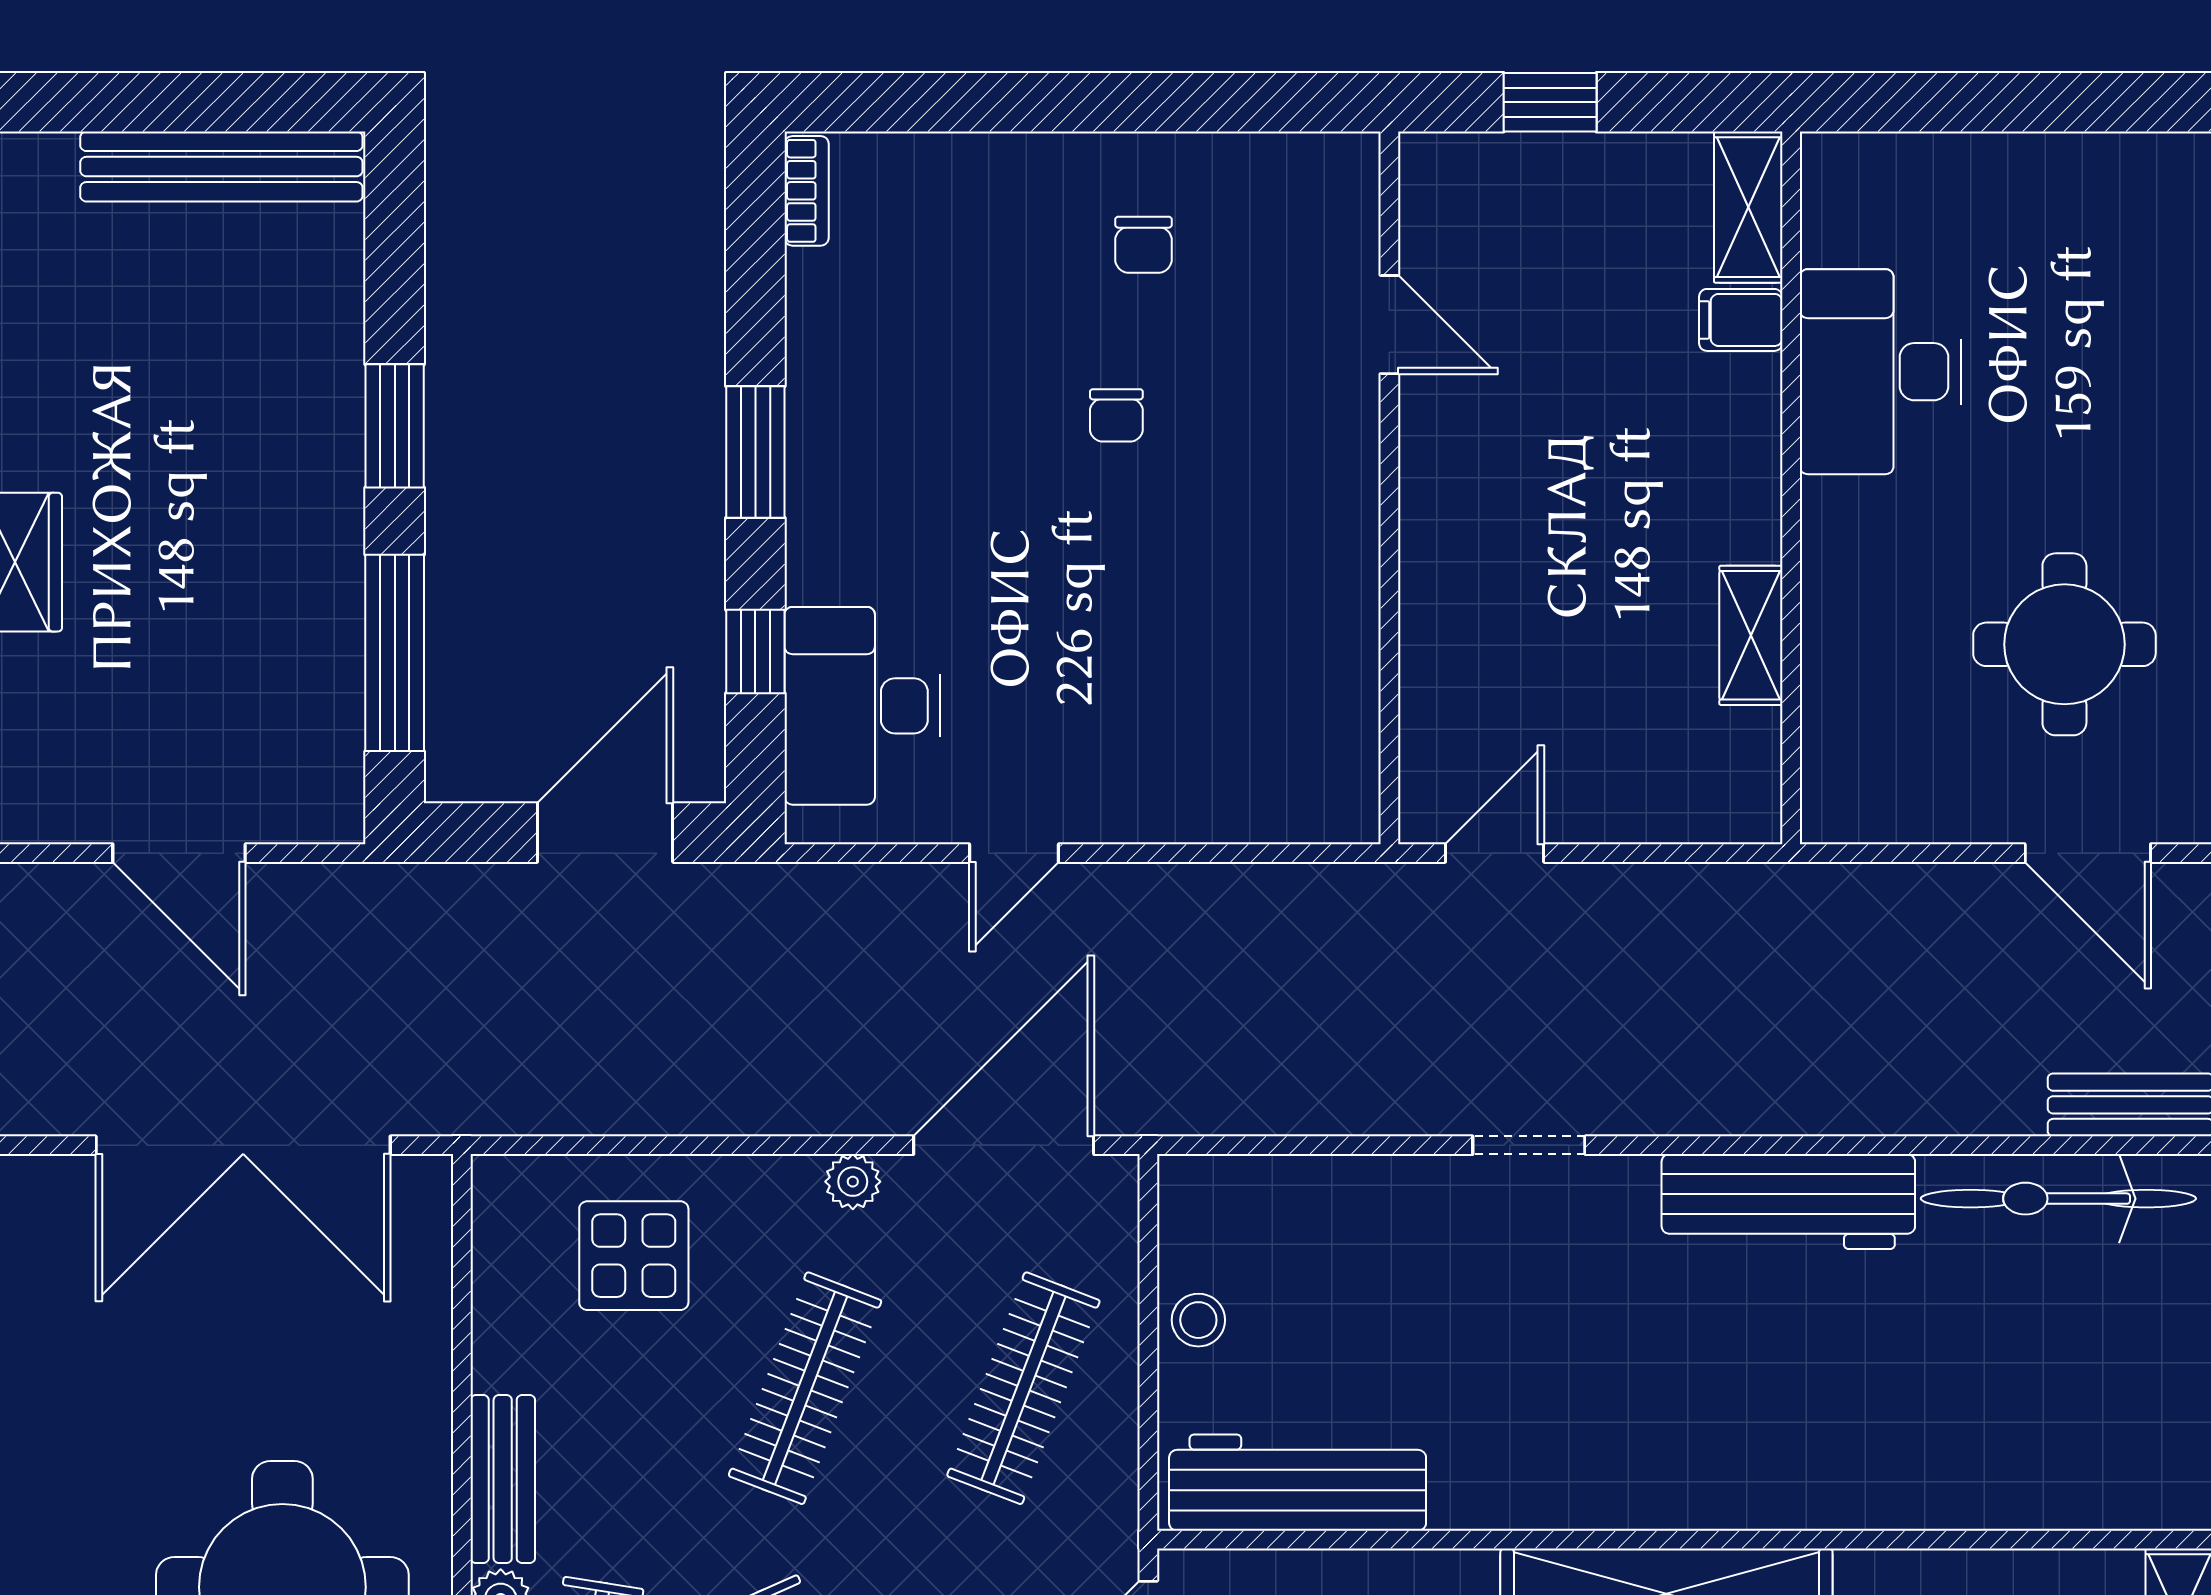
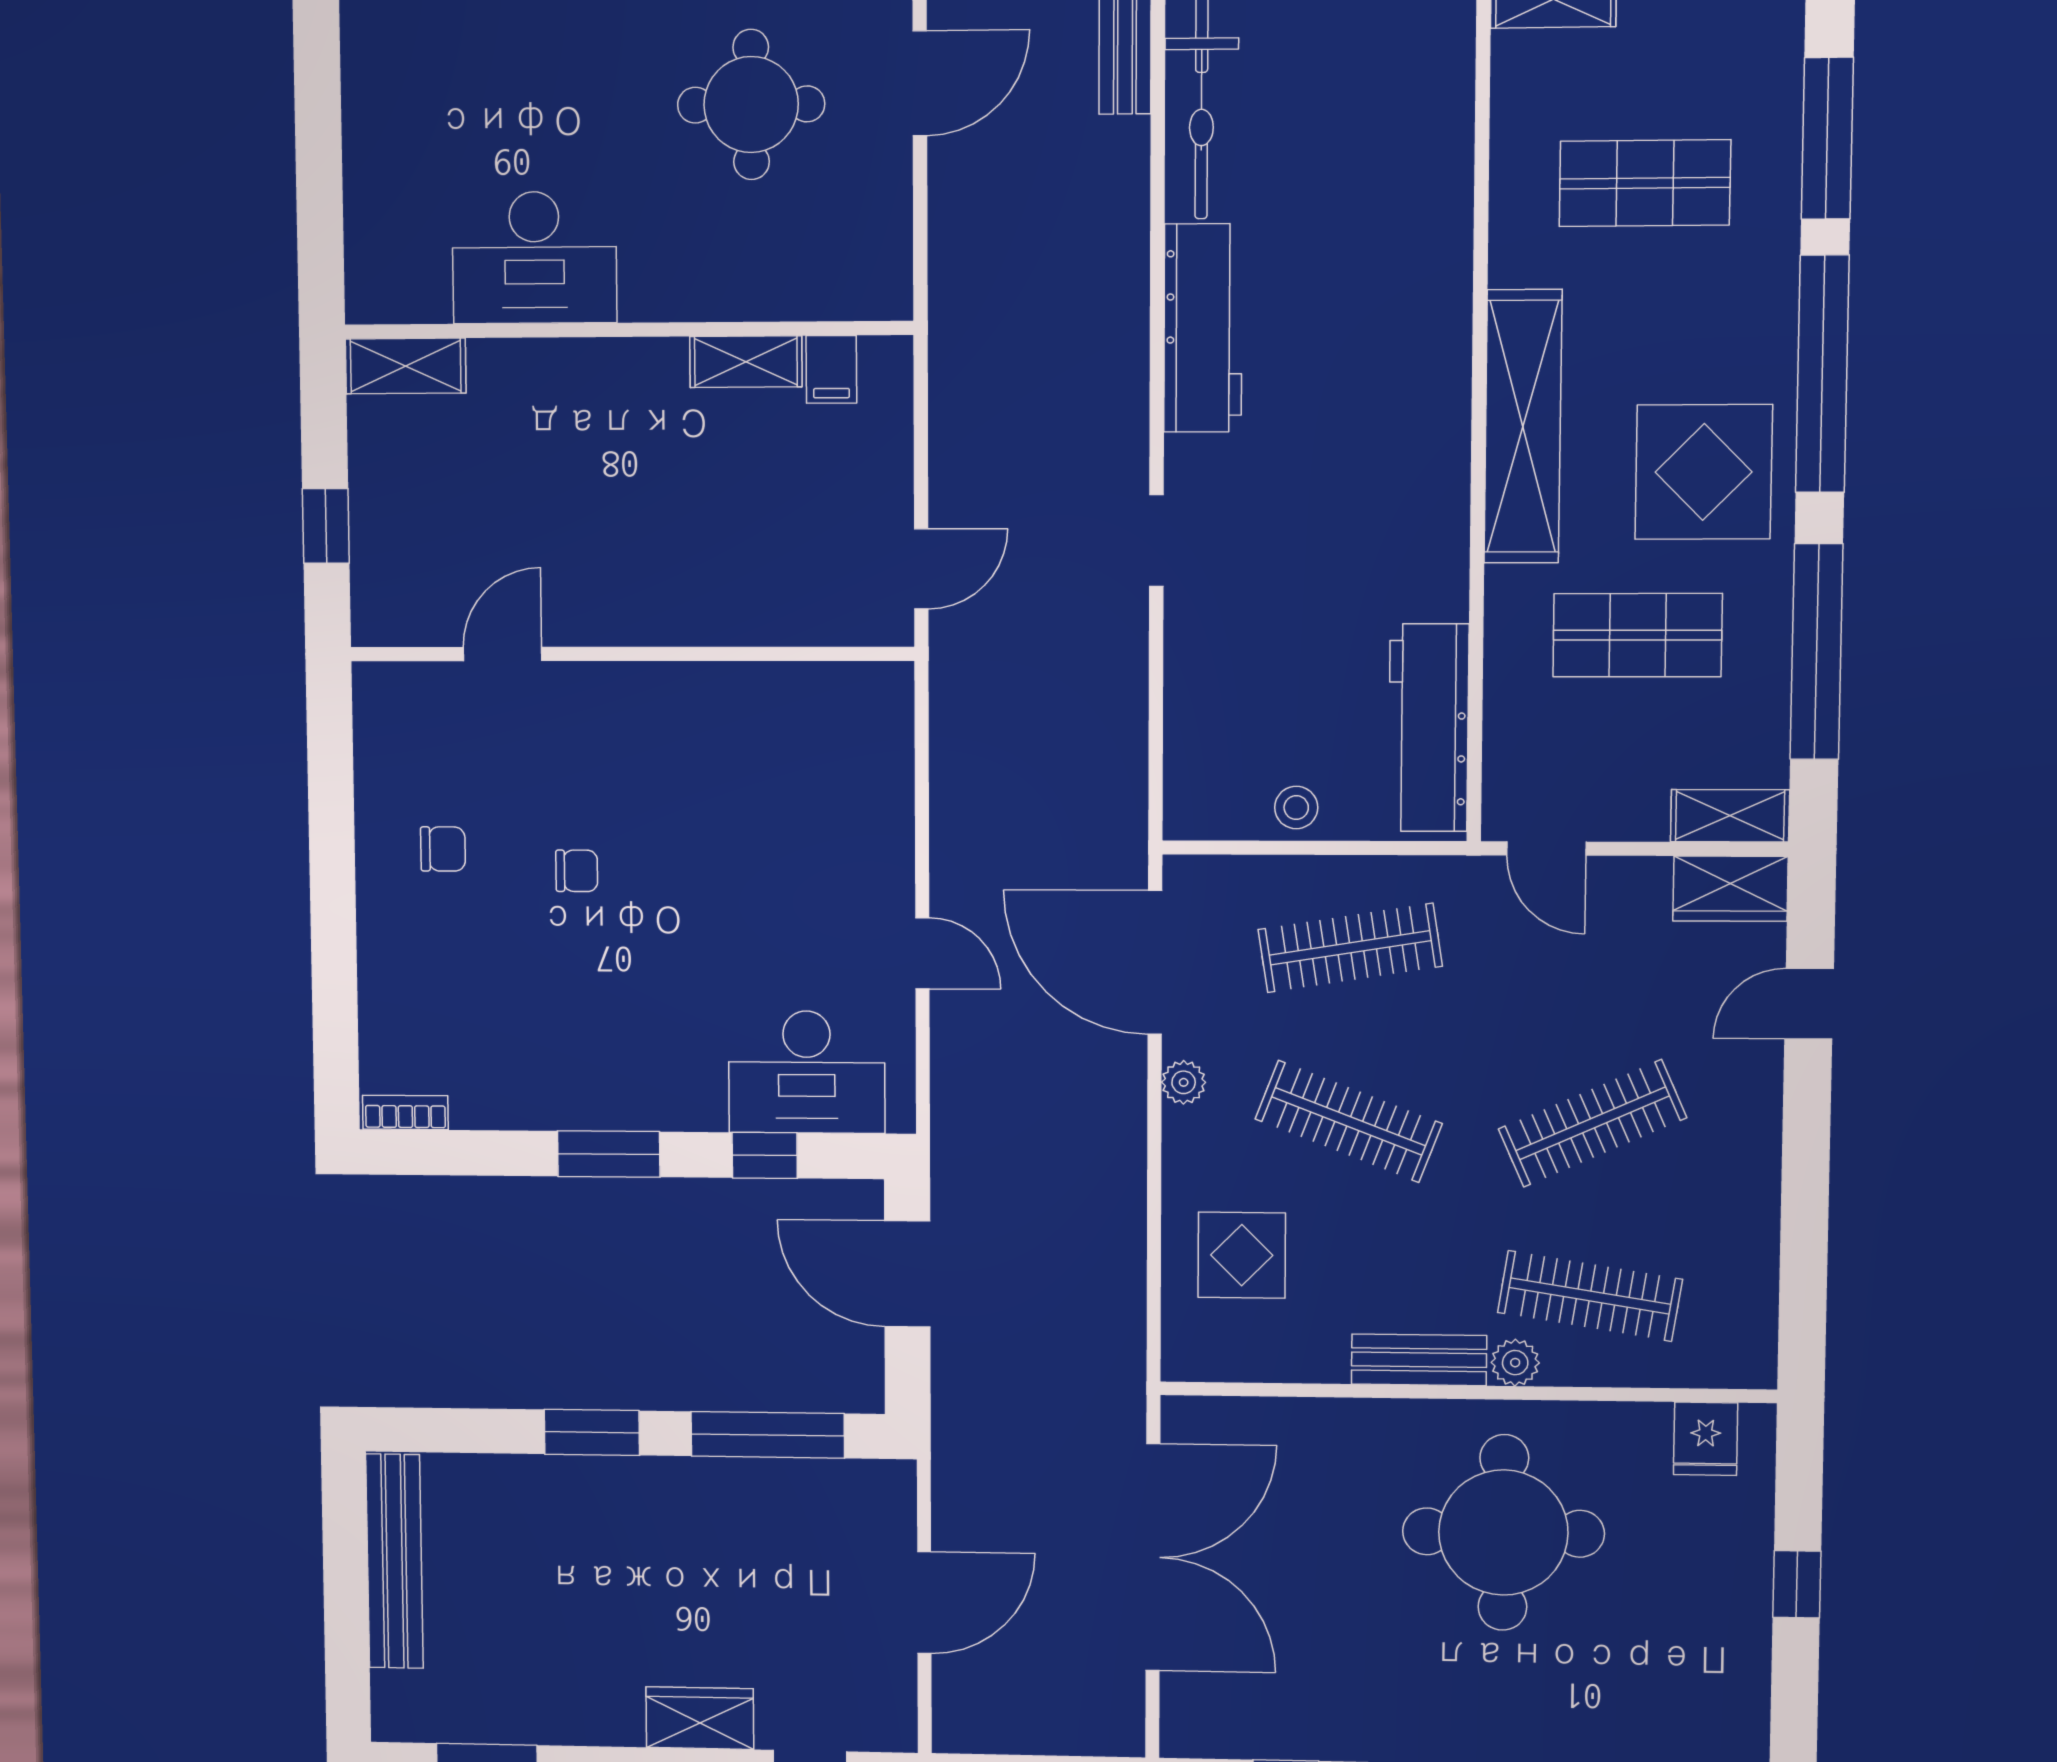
filing cabinet: (1741, 320) -> (831, 369), moved
door: (1495, 853) -> (921, 569), swing flipped
clothes rail: (1023, 1388) -> (1350, 948), turned -30

